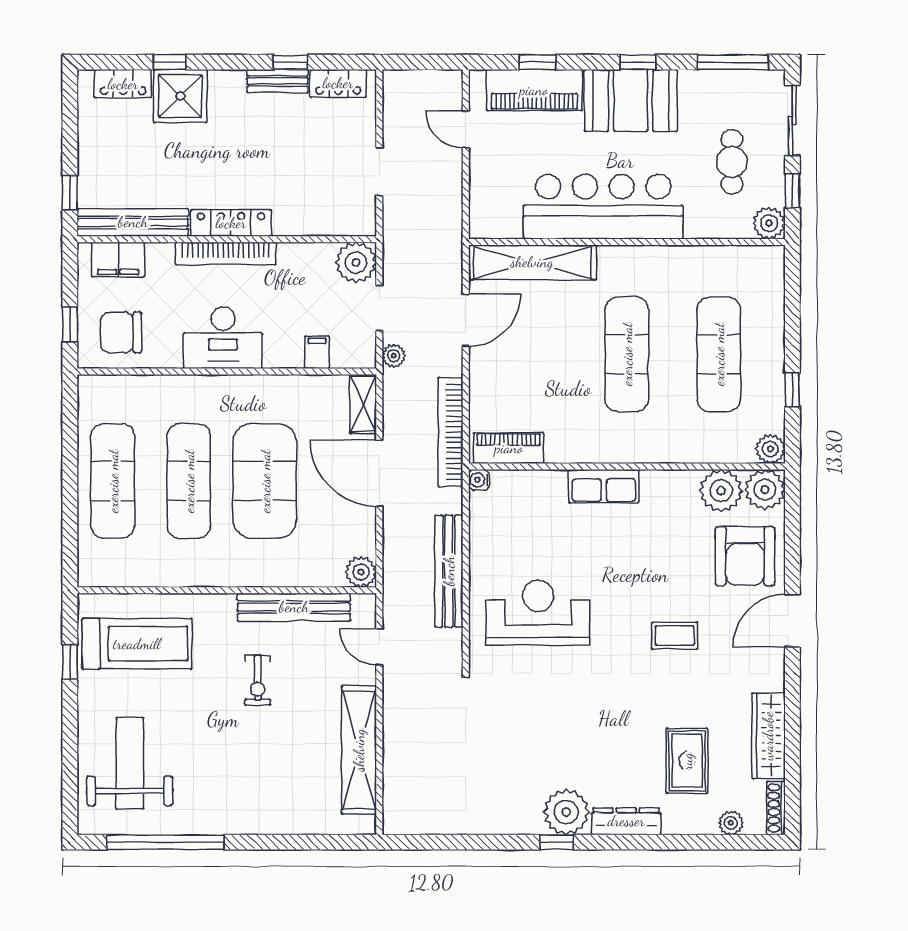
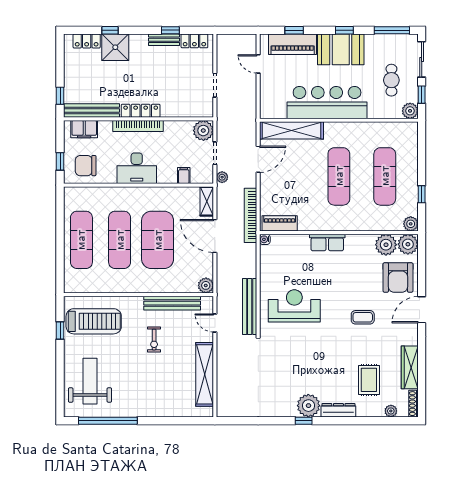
bench: (449, 571) -> (250, 306), moved

